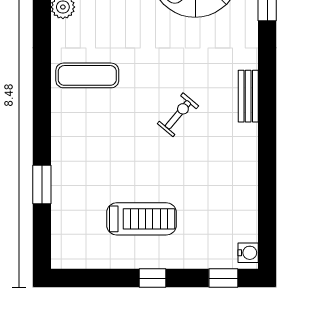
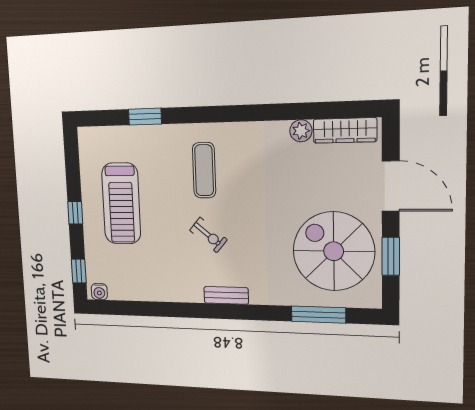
exercise mat: (87, 75) -> (204, 170), moved
treadmill: (141, 219) -> (121, 203), width x1.37, depth x1.38

